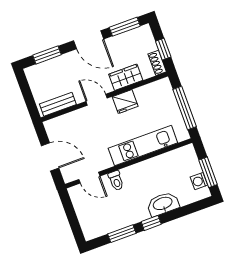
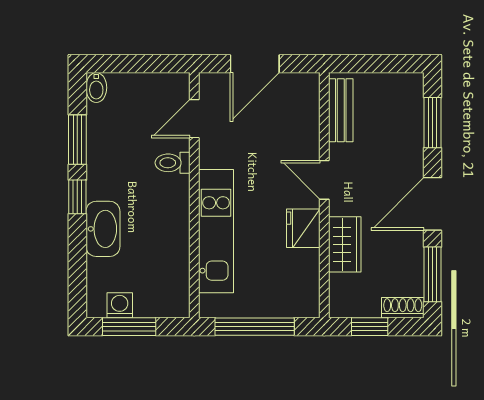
shoe rack: (157, 63) -> (403, 308), moved
door: (97, 100) -> (324, 180), swing flipped
bidet: (92, 234) -> (96, 88), added

